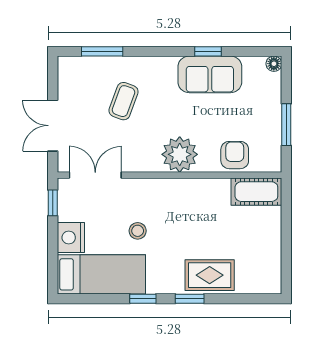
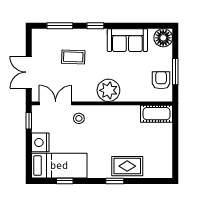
window: (208, 51) -> (95, 26), moved
floor lamp: (274, 64) -> (163, 38), width x1.89, depth x1.89
coffee table: (124, 101) -> (73, 57), turned 72
armchair: (235, 155) -> (161, 80), moved
stool: (138, 231) -> (79, 118), moved
window: (143, 299) -> (65, 181), moved

